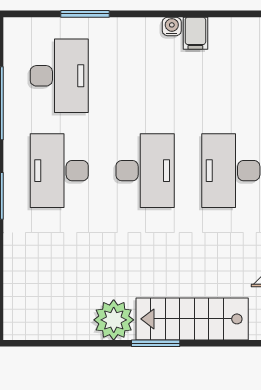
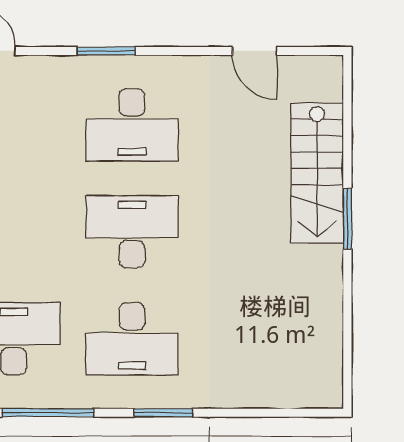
plant: (114, 320) -> (318, 271), removed

